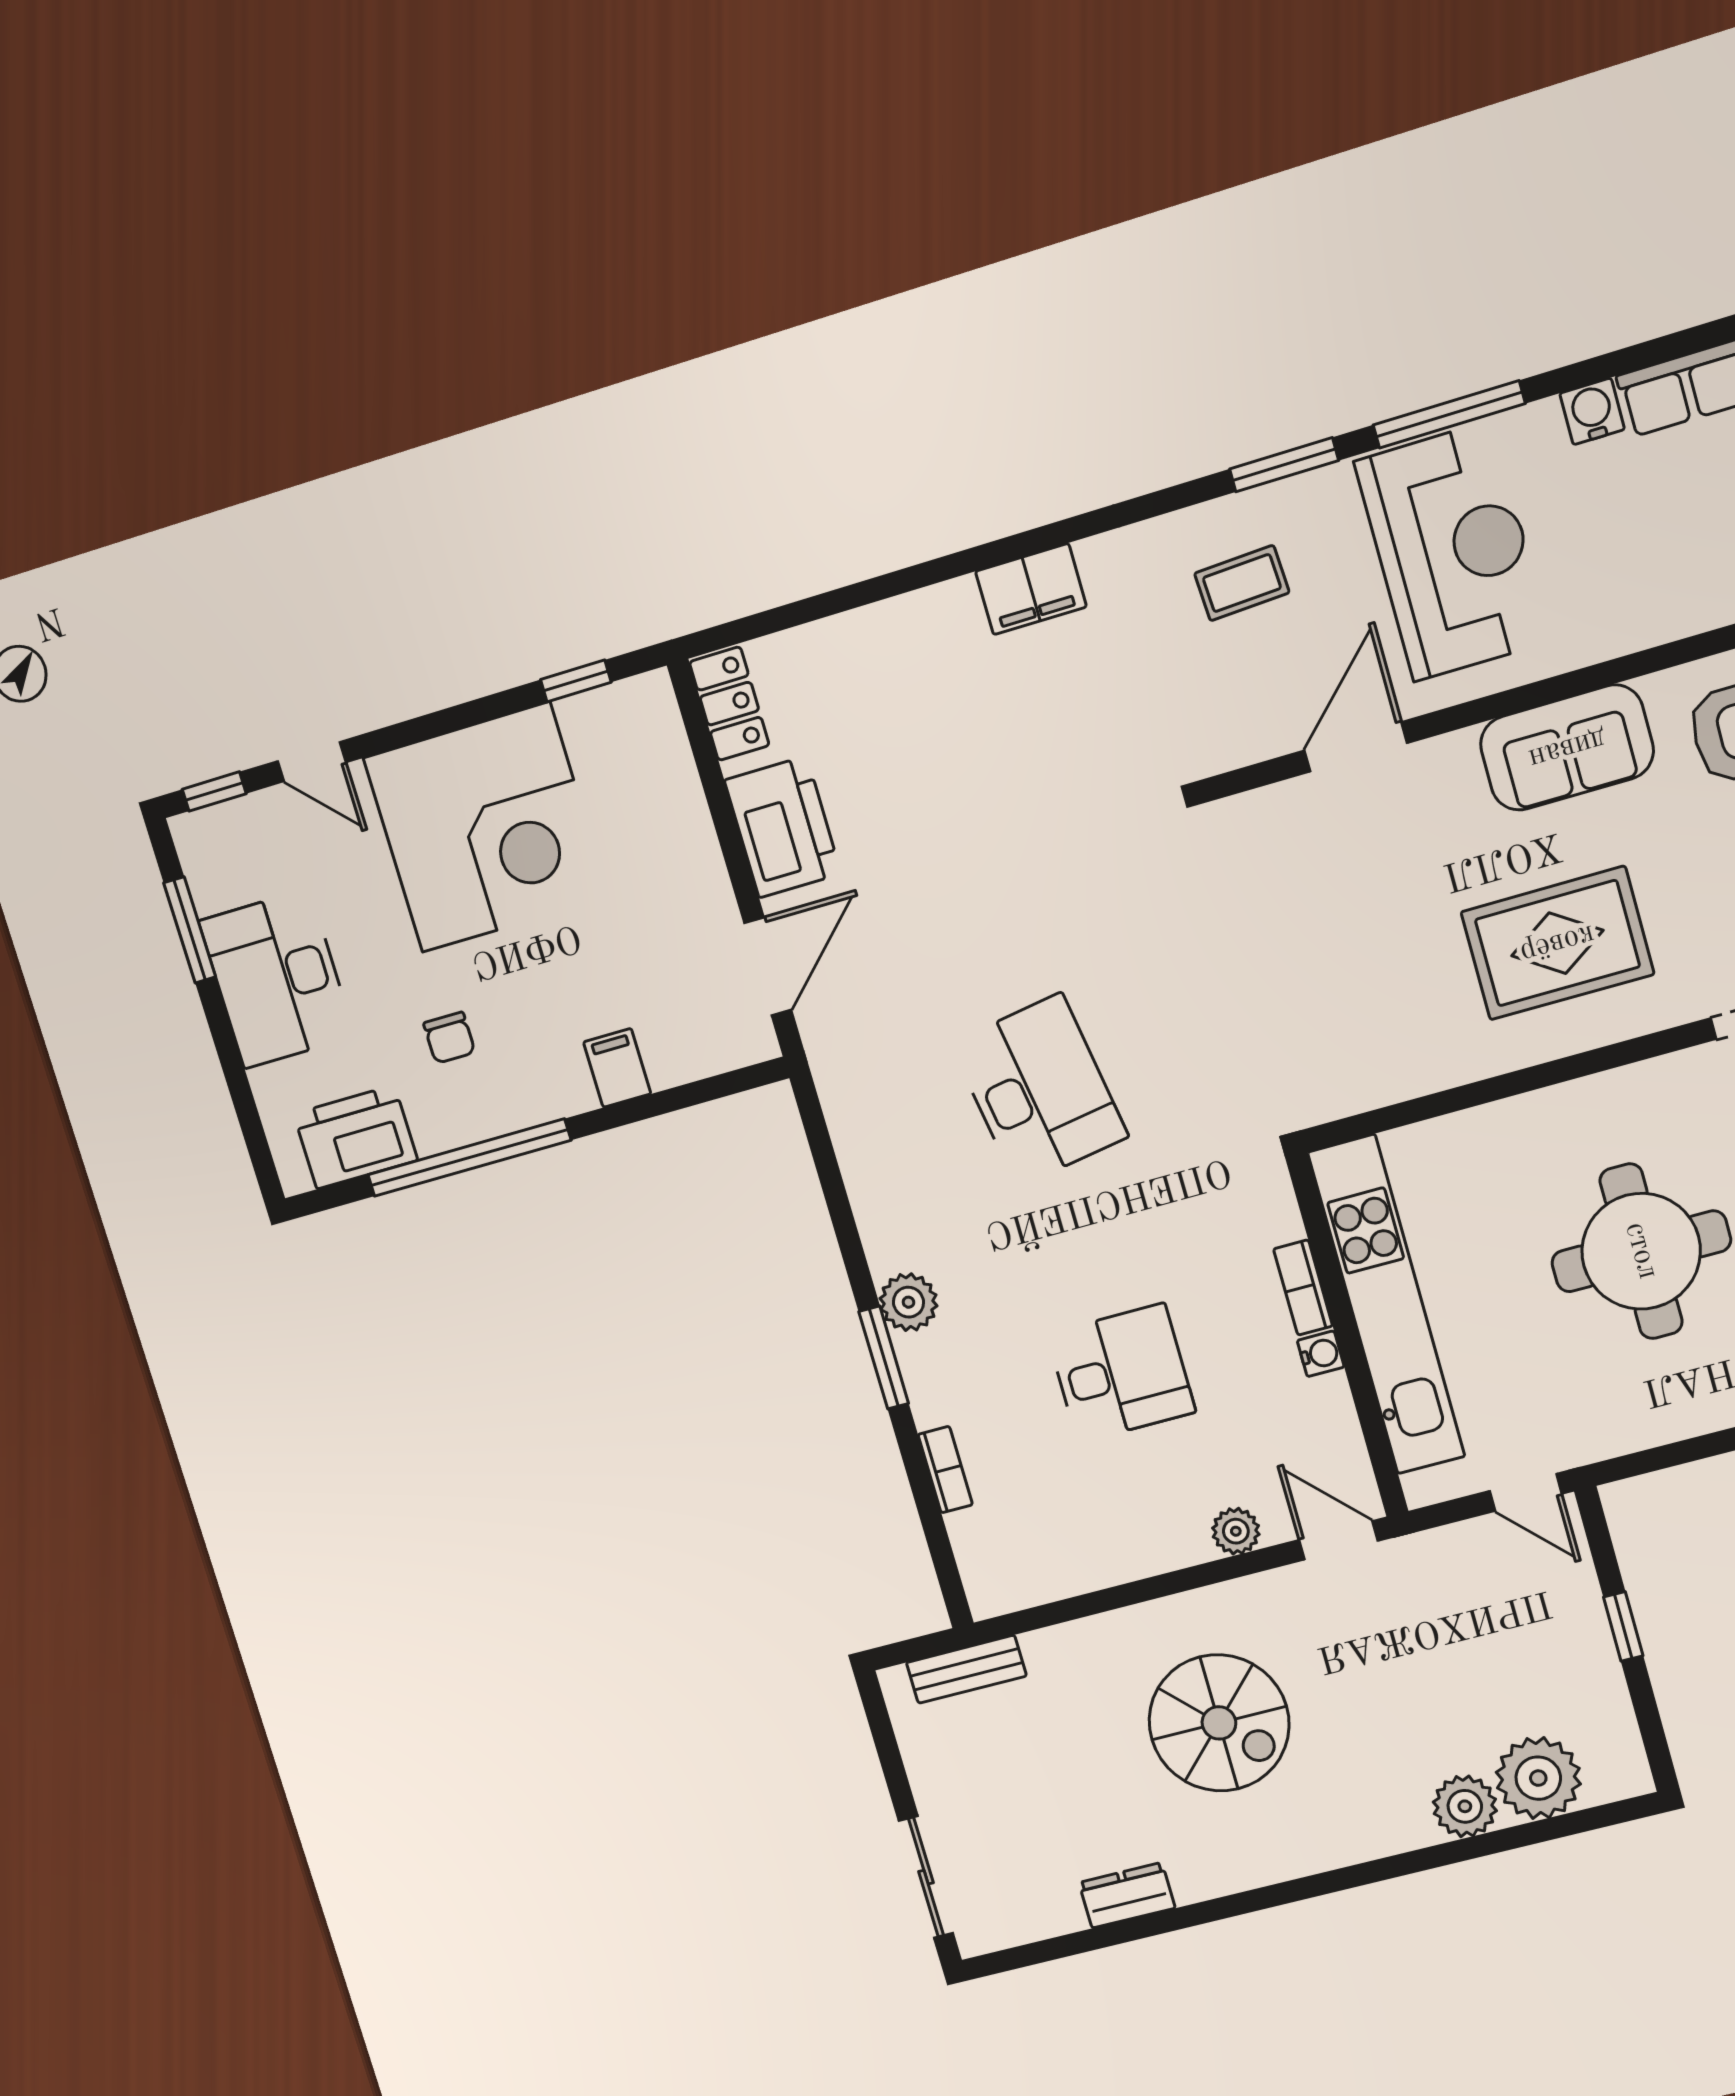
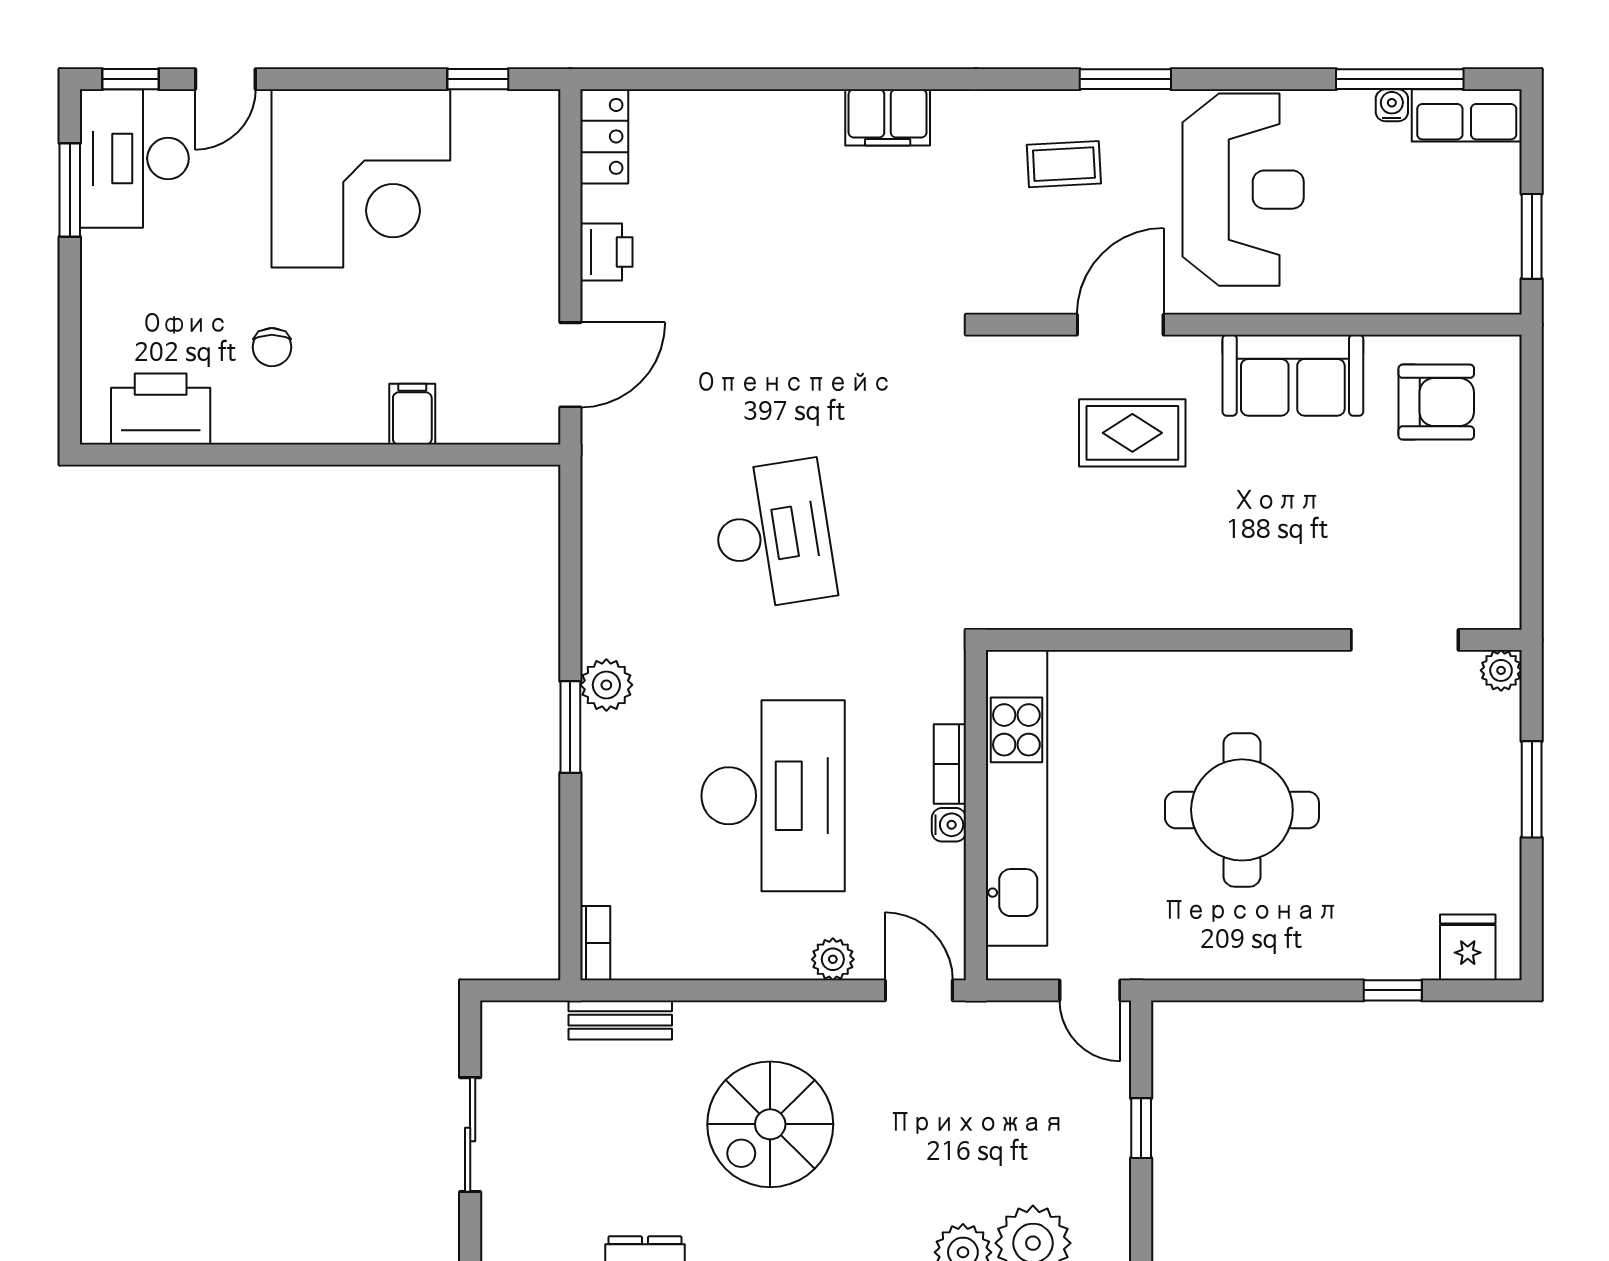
water cooler: (1592, 411) -> (1392, 105), width x0.72, depth x0.72
window: (1449, 414) -> (1400, 79), moved
door: (312, 762) -> (225, 79), hinge flipped
printer: (783, 827) -> (606, 252), width x0.53, depth x0.68
rug: (1557, 943) -> (1132, 433), moved, width x0.73, depth x0.70
desk: (277, 979) -> (134, 158), moved
window: (469, 1158) -> (257, 455), removed
desk: (1121, 1373) -> (773, 796), width x1.87, depth x1.30
bookcase: (945, 1470) -> (595, 943), moved
bench: (966, 1669) -> (620, 1020), moved
spiral stairs: (1219, 1723) -> (770, 1124), turned 90
sliding door: (926, 1877) -> (470, 1135), moved

